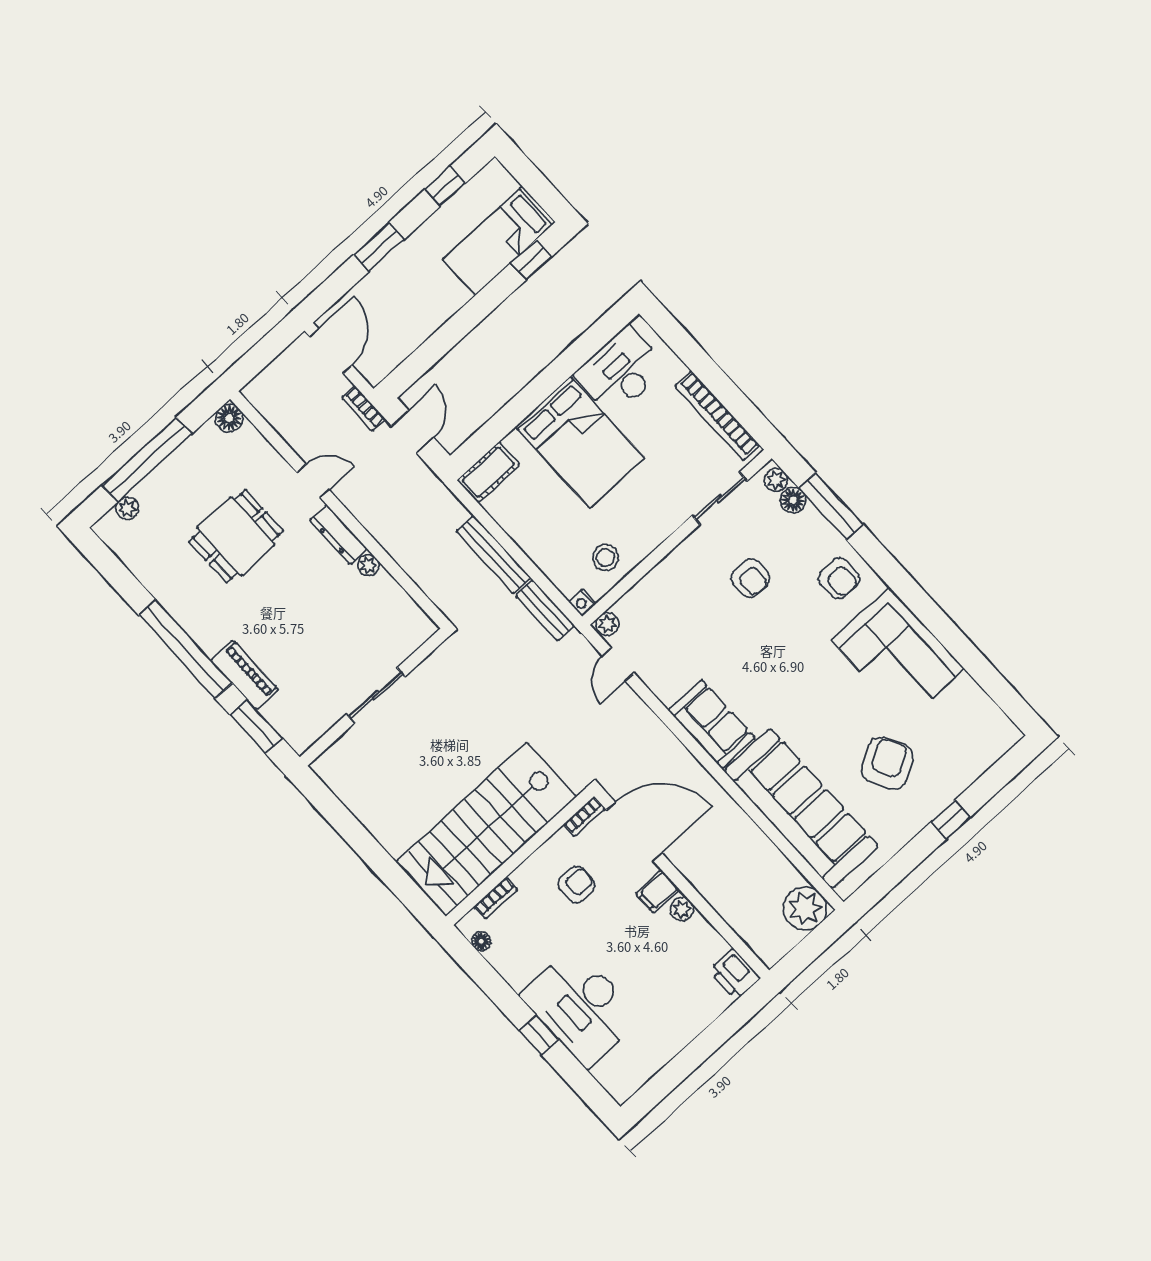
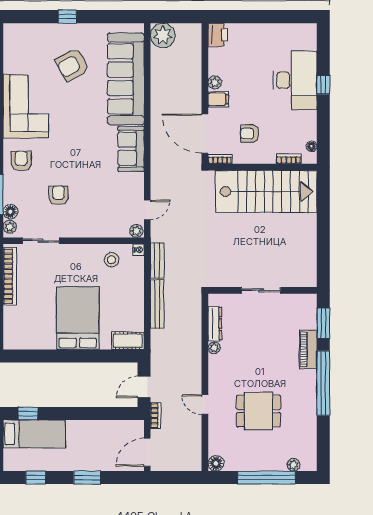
desk: (621, 371) -> (33, 332), removed
dresser: (339, 535) -> (215, 323), moved

